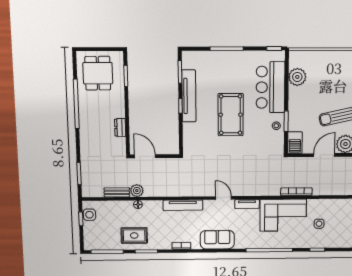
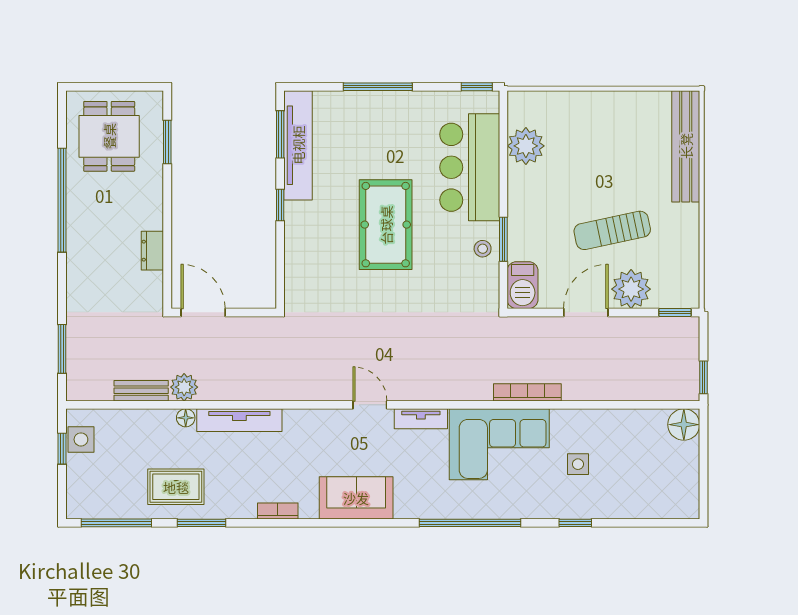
tv unit: (189, 96) -> (298, 145), moved
tv unit: (183, 205) -> (239, 420), moved

